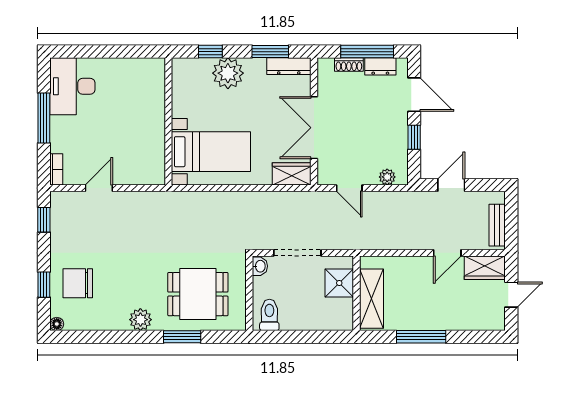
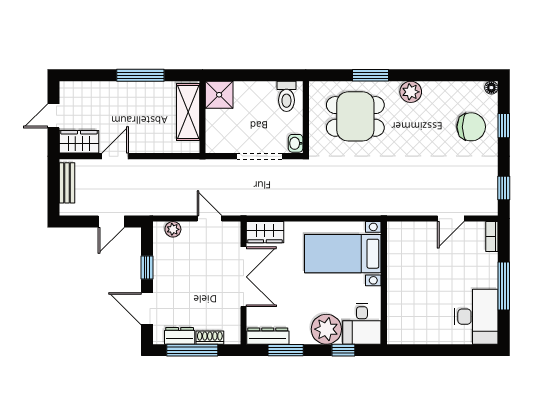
desk: (191, 79) -> (362, 324), added
shower: (339, 283) -> (219, 95), moved

